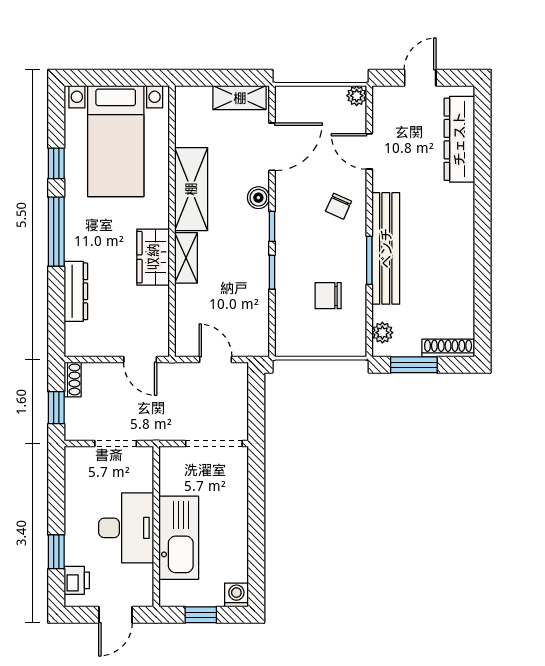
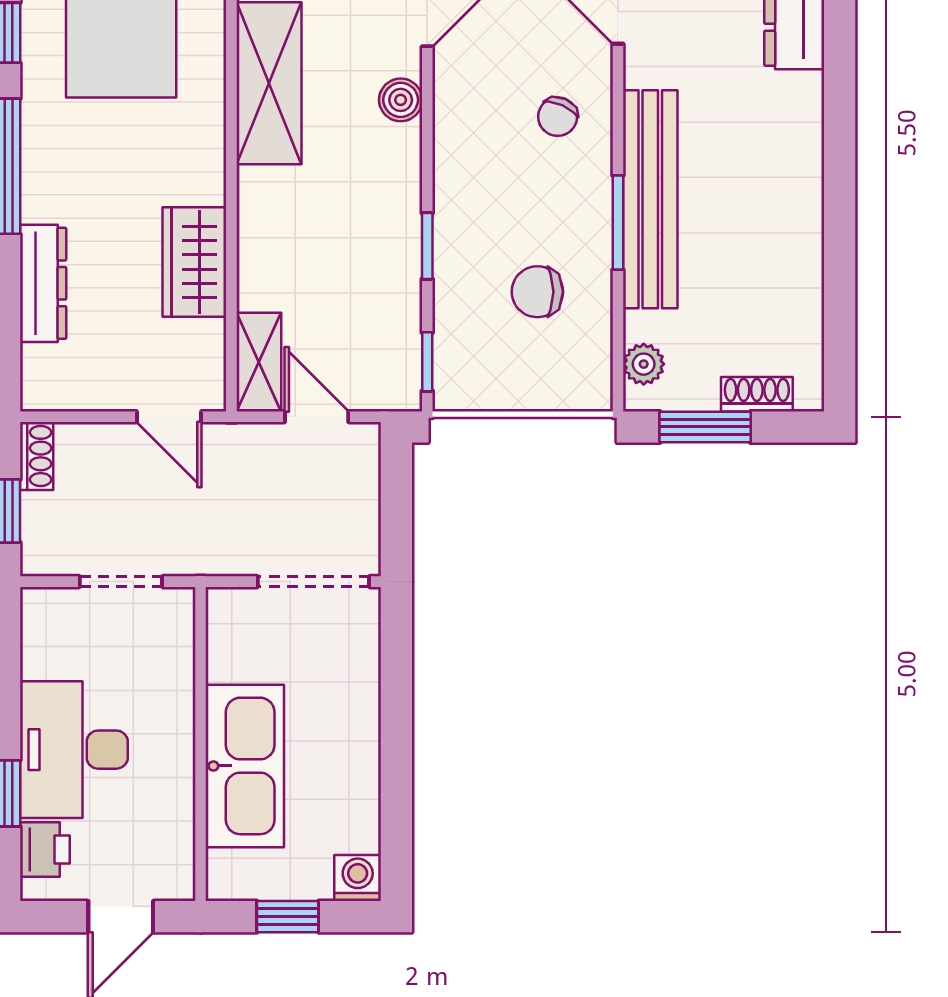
window: (272, 226) -> (427, 362), moved
wardrobe: (153, 257) -> (194, 262), moved
shelving: (186, 258) -> (259, 362), moved
shoe rack: (448, 348) -> (757, 394), width x0.70
desk: (126, 528) -> (74, 750), moved, turned 180

